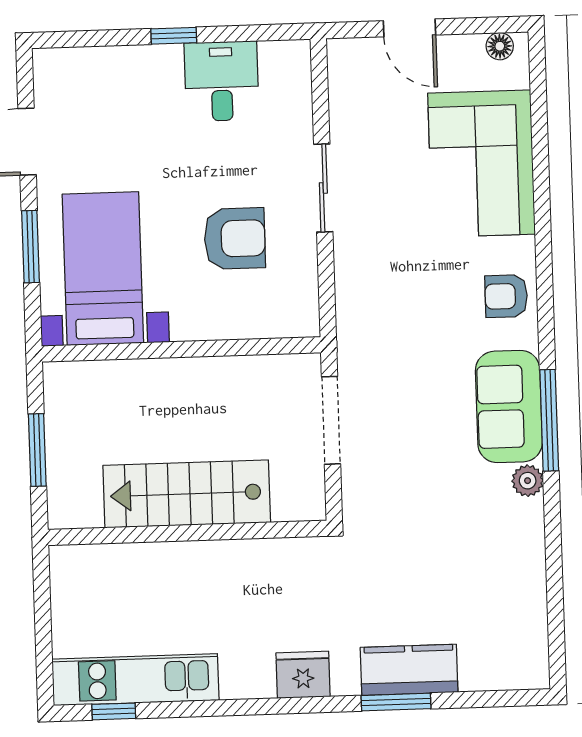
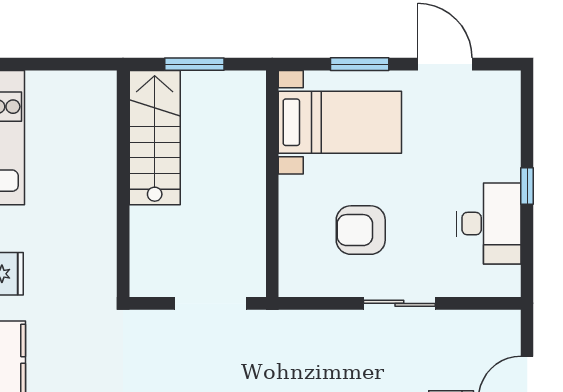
desk: (222, 81) -> (489, 224), width x1.37
armchair: (235, 239) -> (361, 230), turned 90
stairs: (187, 494) -> (155, 138), moved

